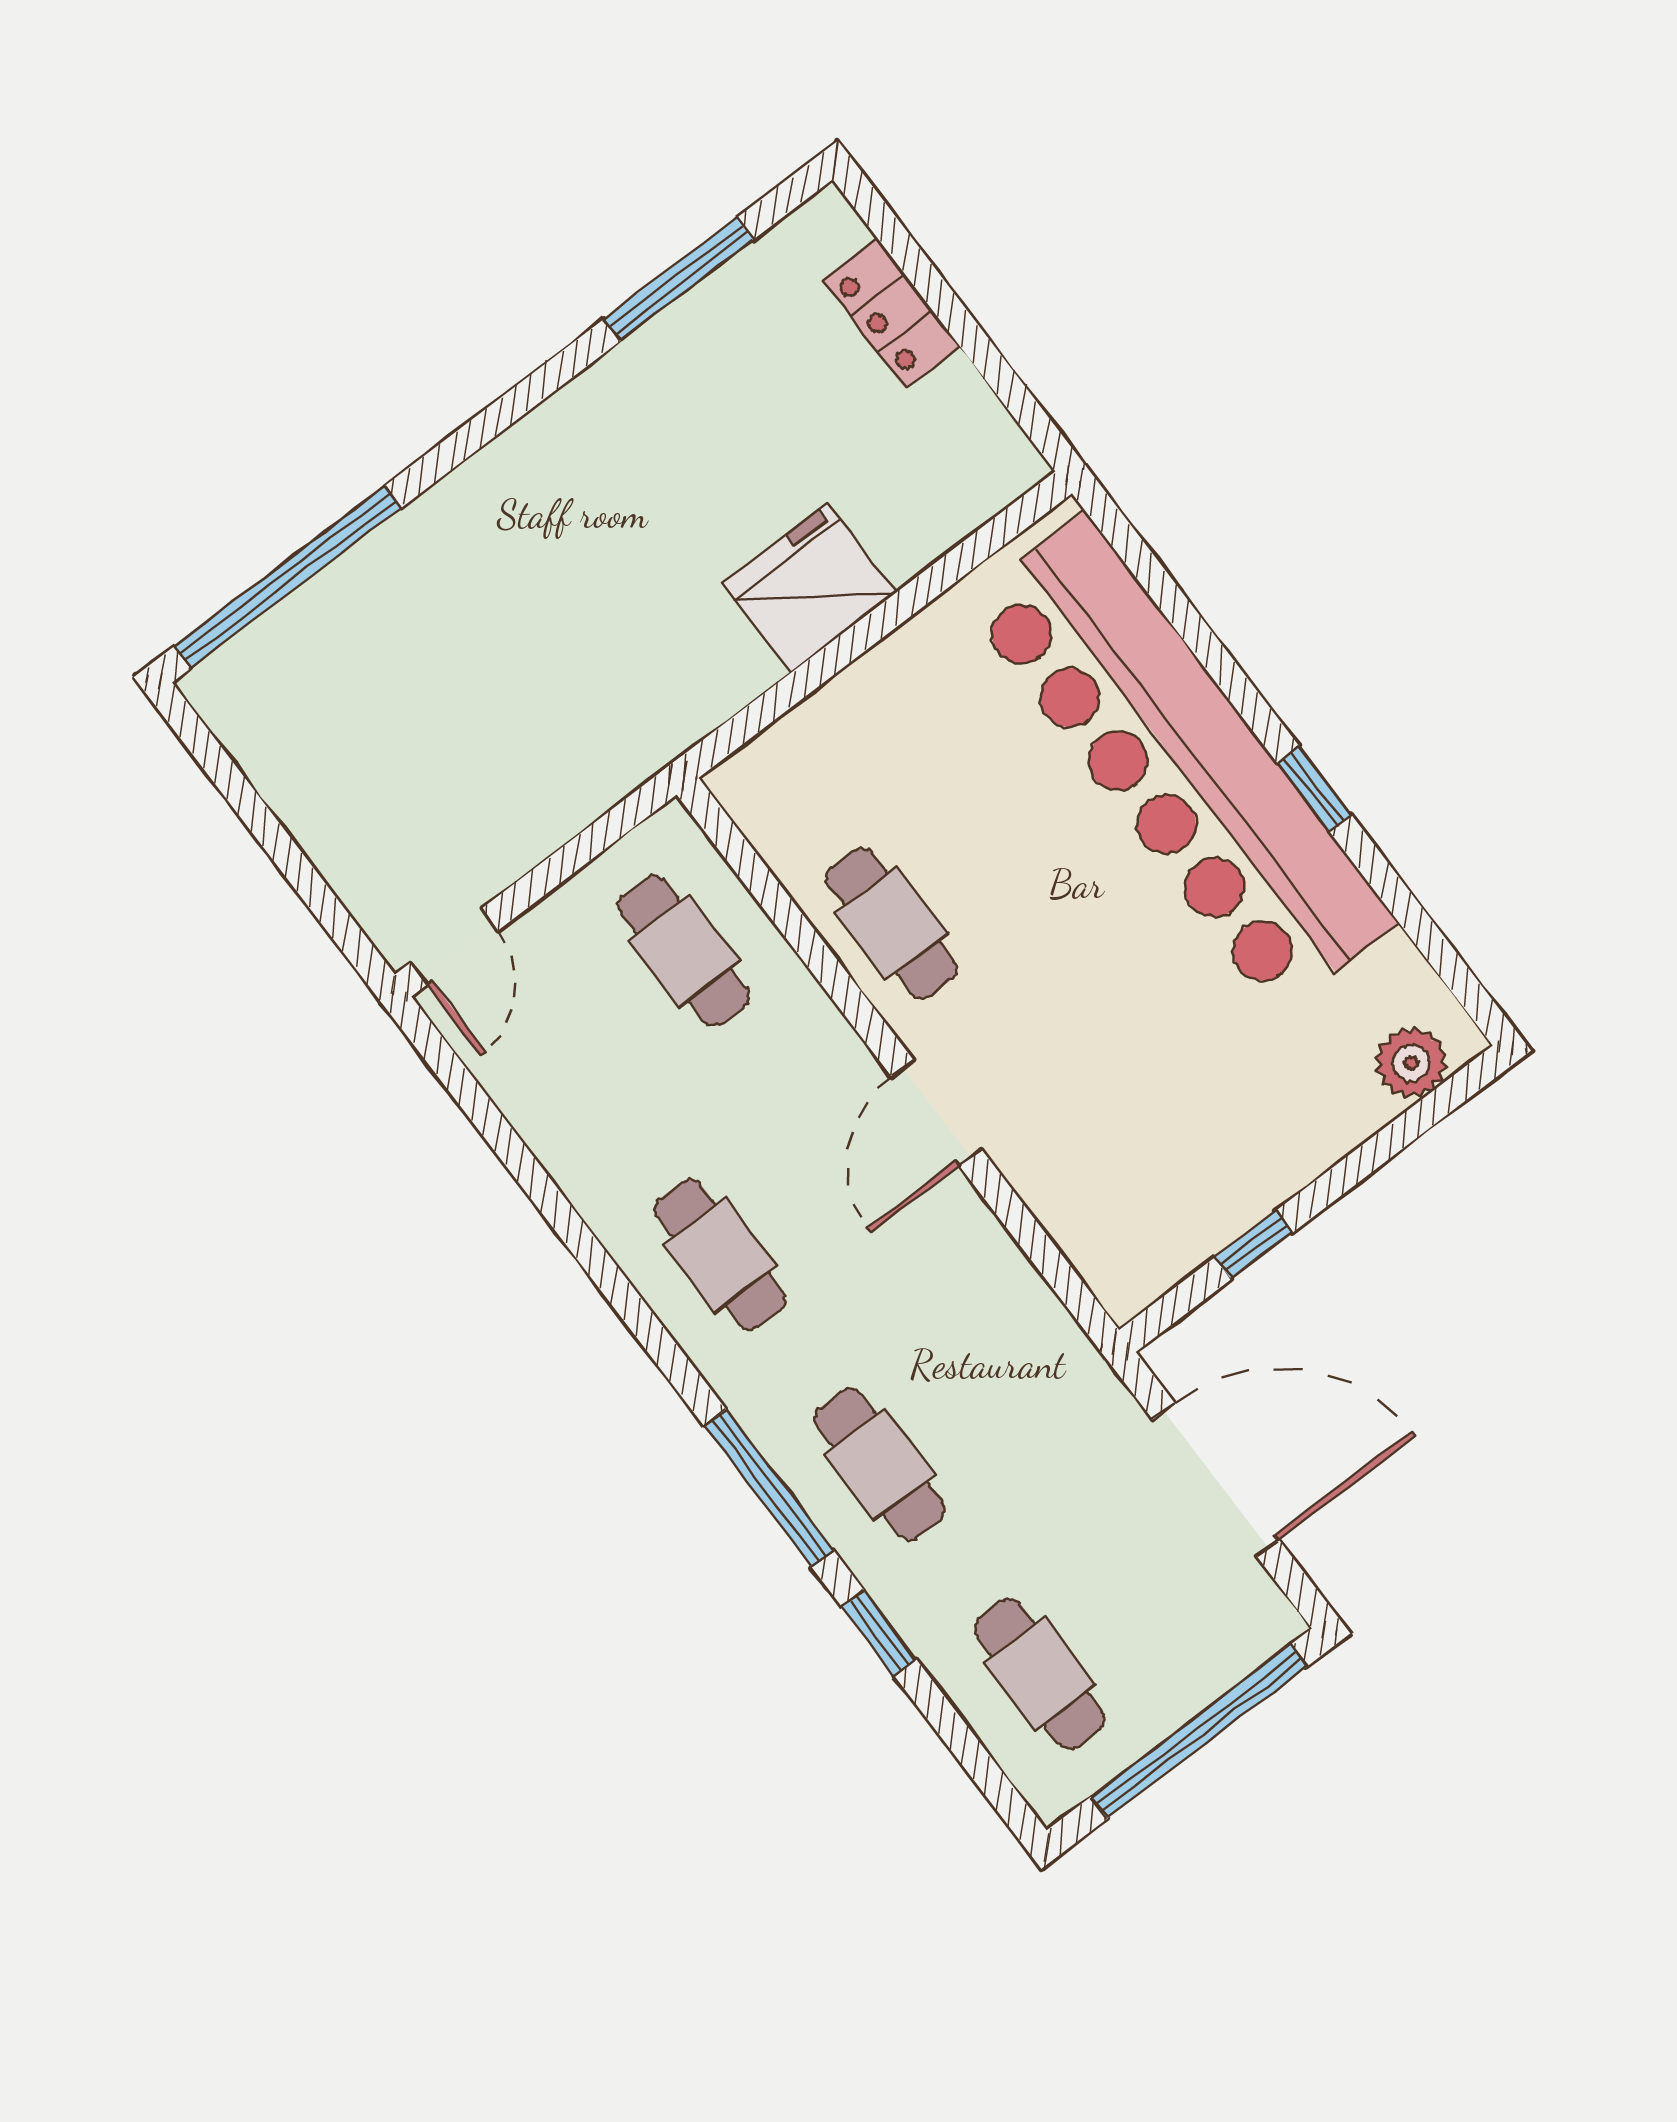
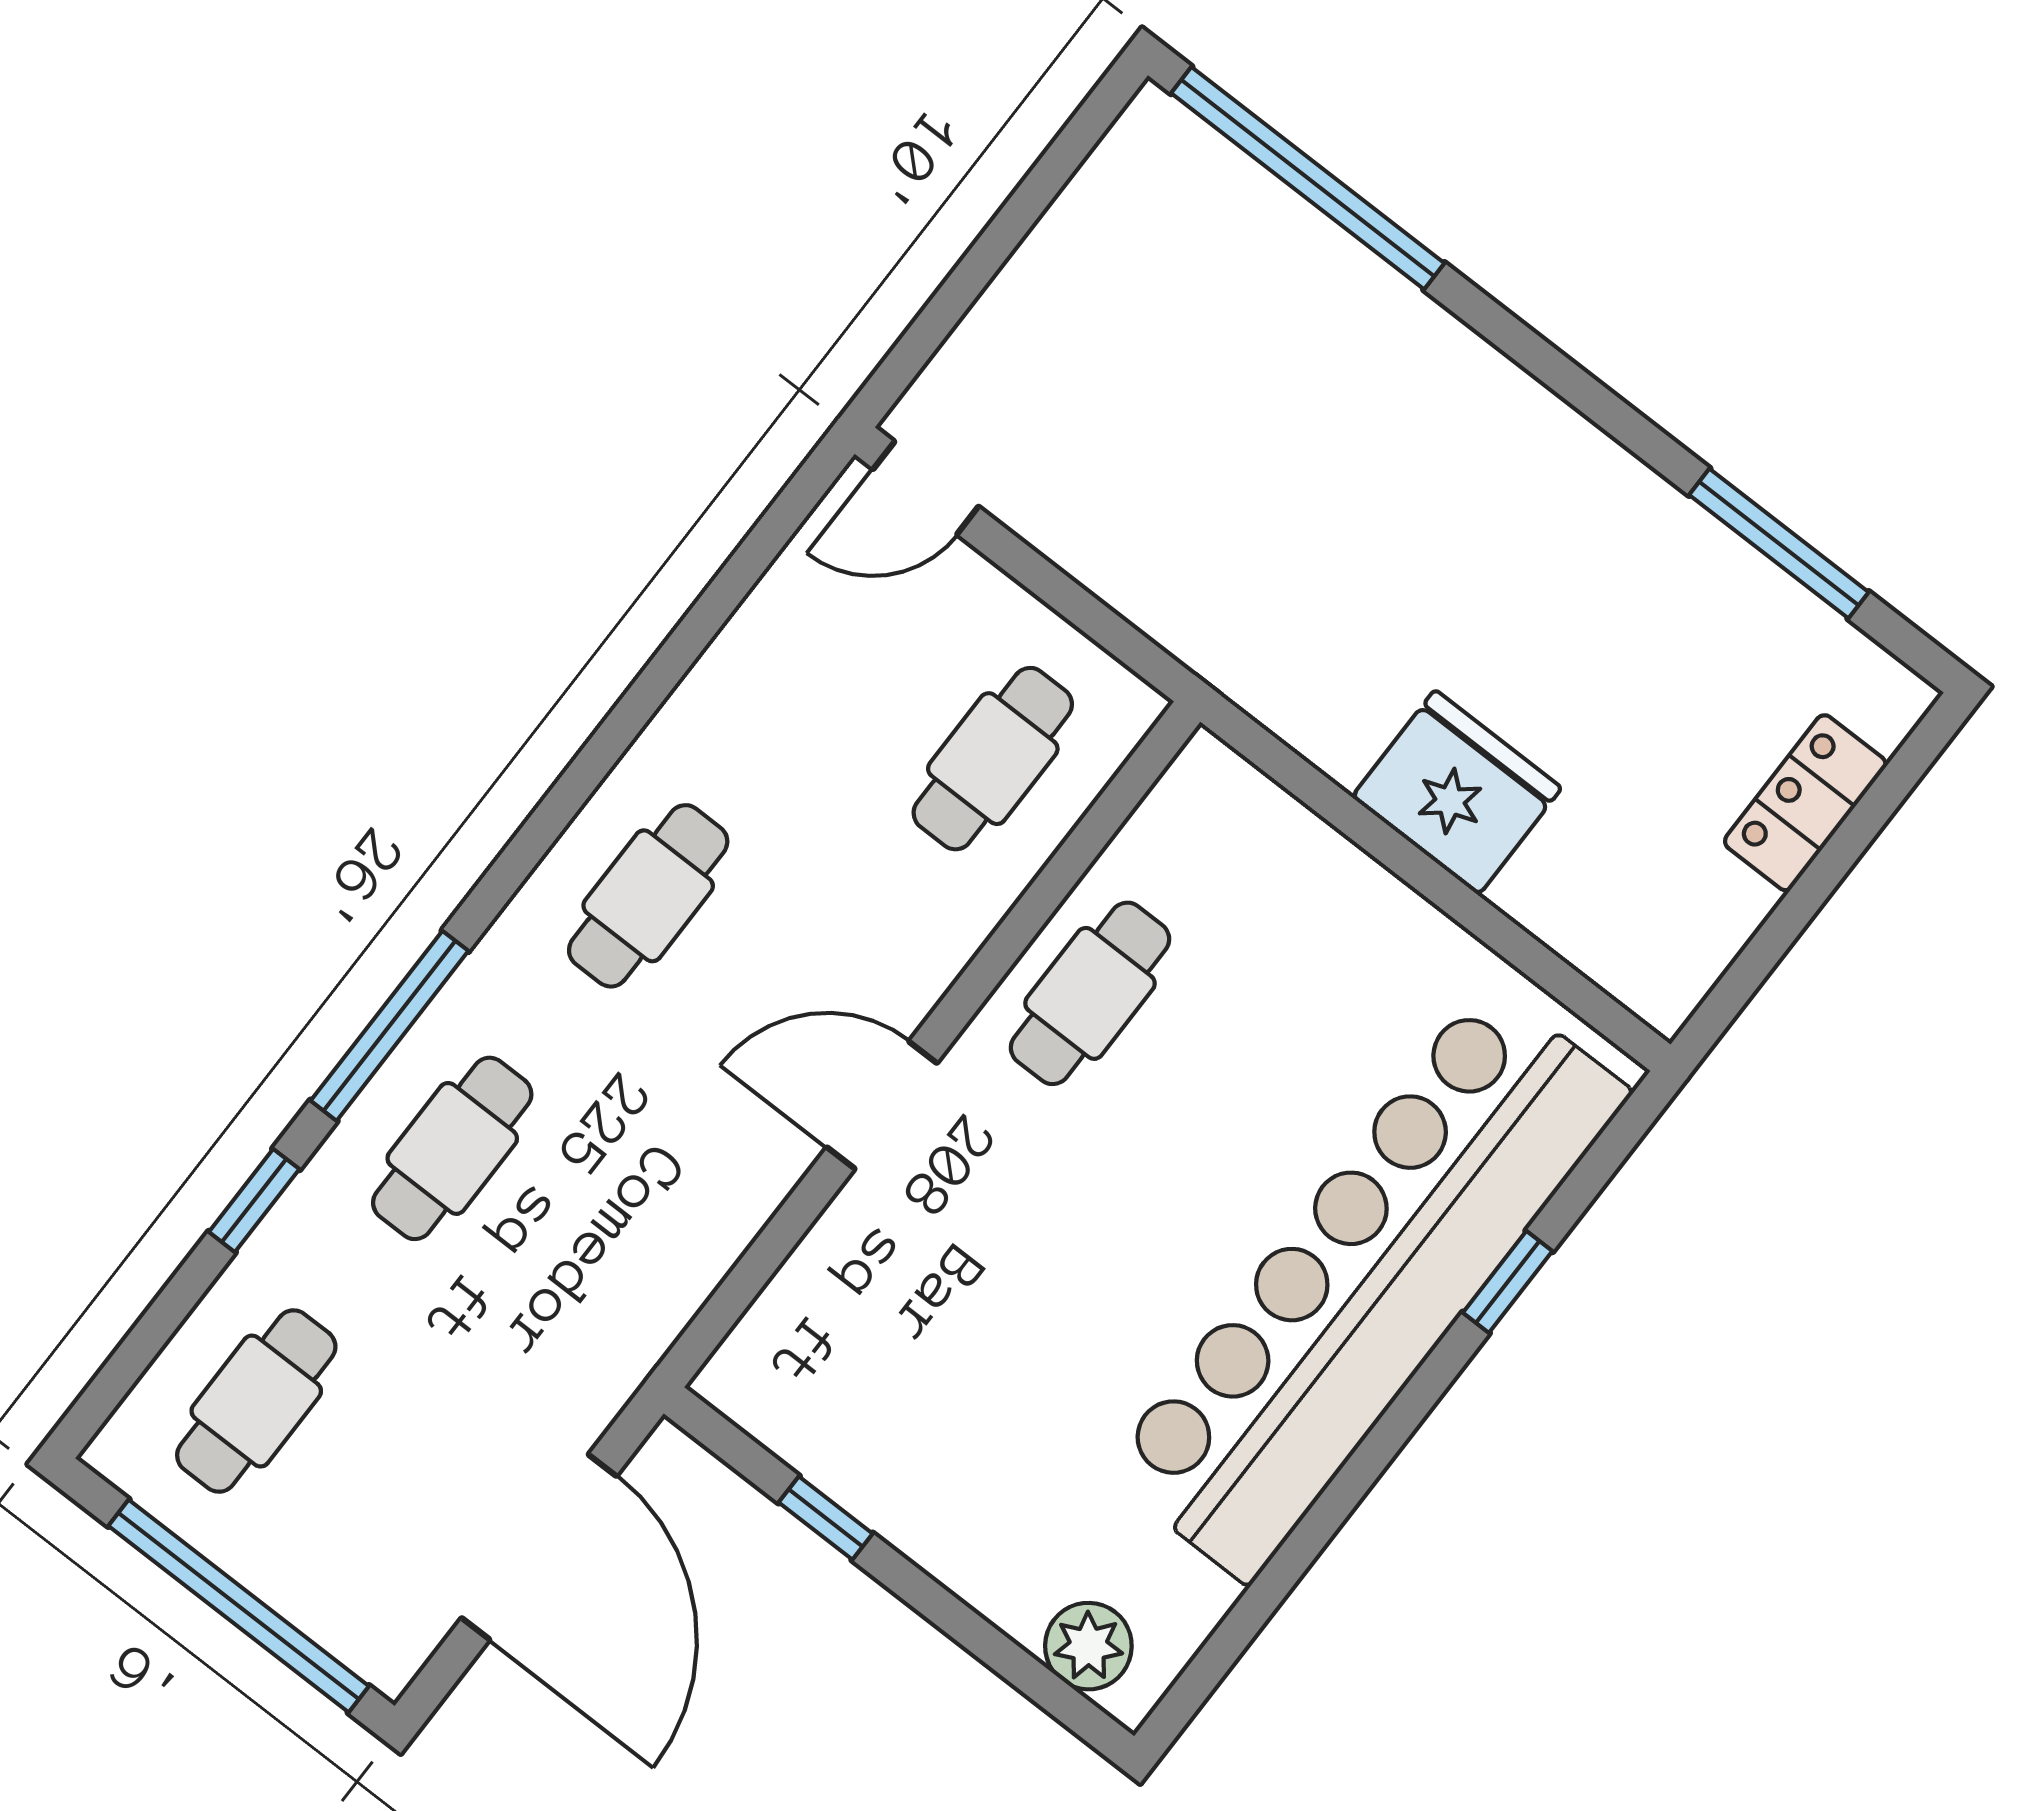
window: (1314, 789) -> (1508, 1282), moved

